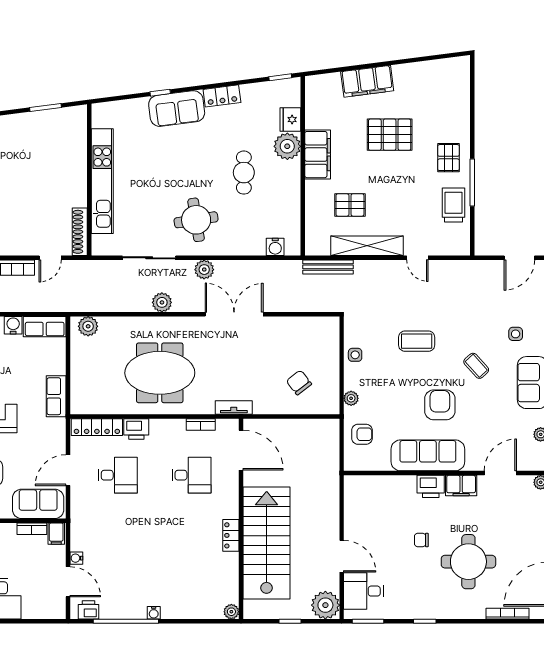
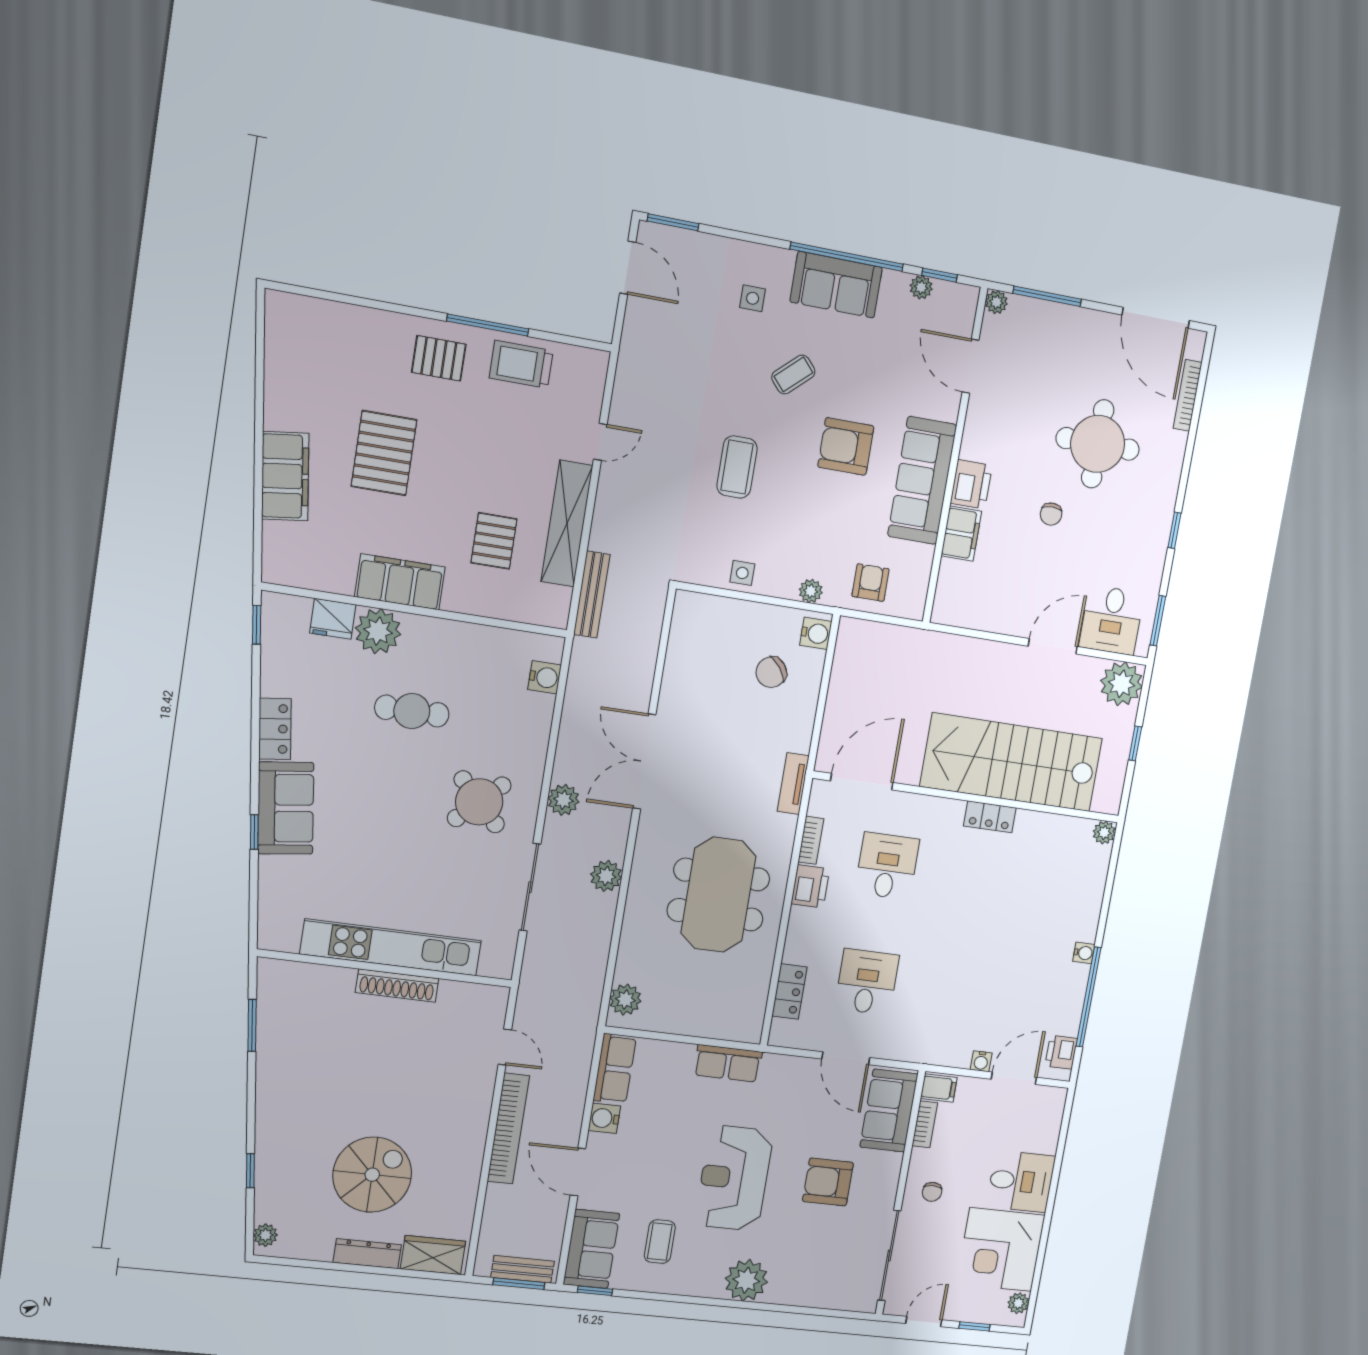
round table: (196, 220) -> (479, 802), turned -35
shoe rack: (80, 232) -> (397, 986), moved
water cooler: (326, 406) -> (816, 633), added
locker: (97, 427) -> (789, 991), width x0.66
printer: (136, 429) -> (810, 886), moved
filing cabinet: (461, 486) -> (961, 534), moved

